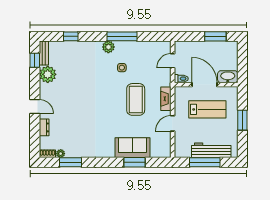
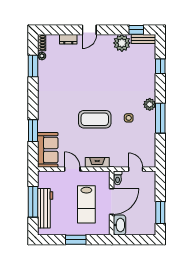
coffee table: (136, 99) -> (95, 119), moved
sofa: (132, 148) -> (48, 150), moved

